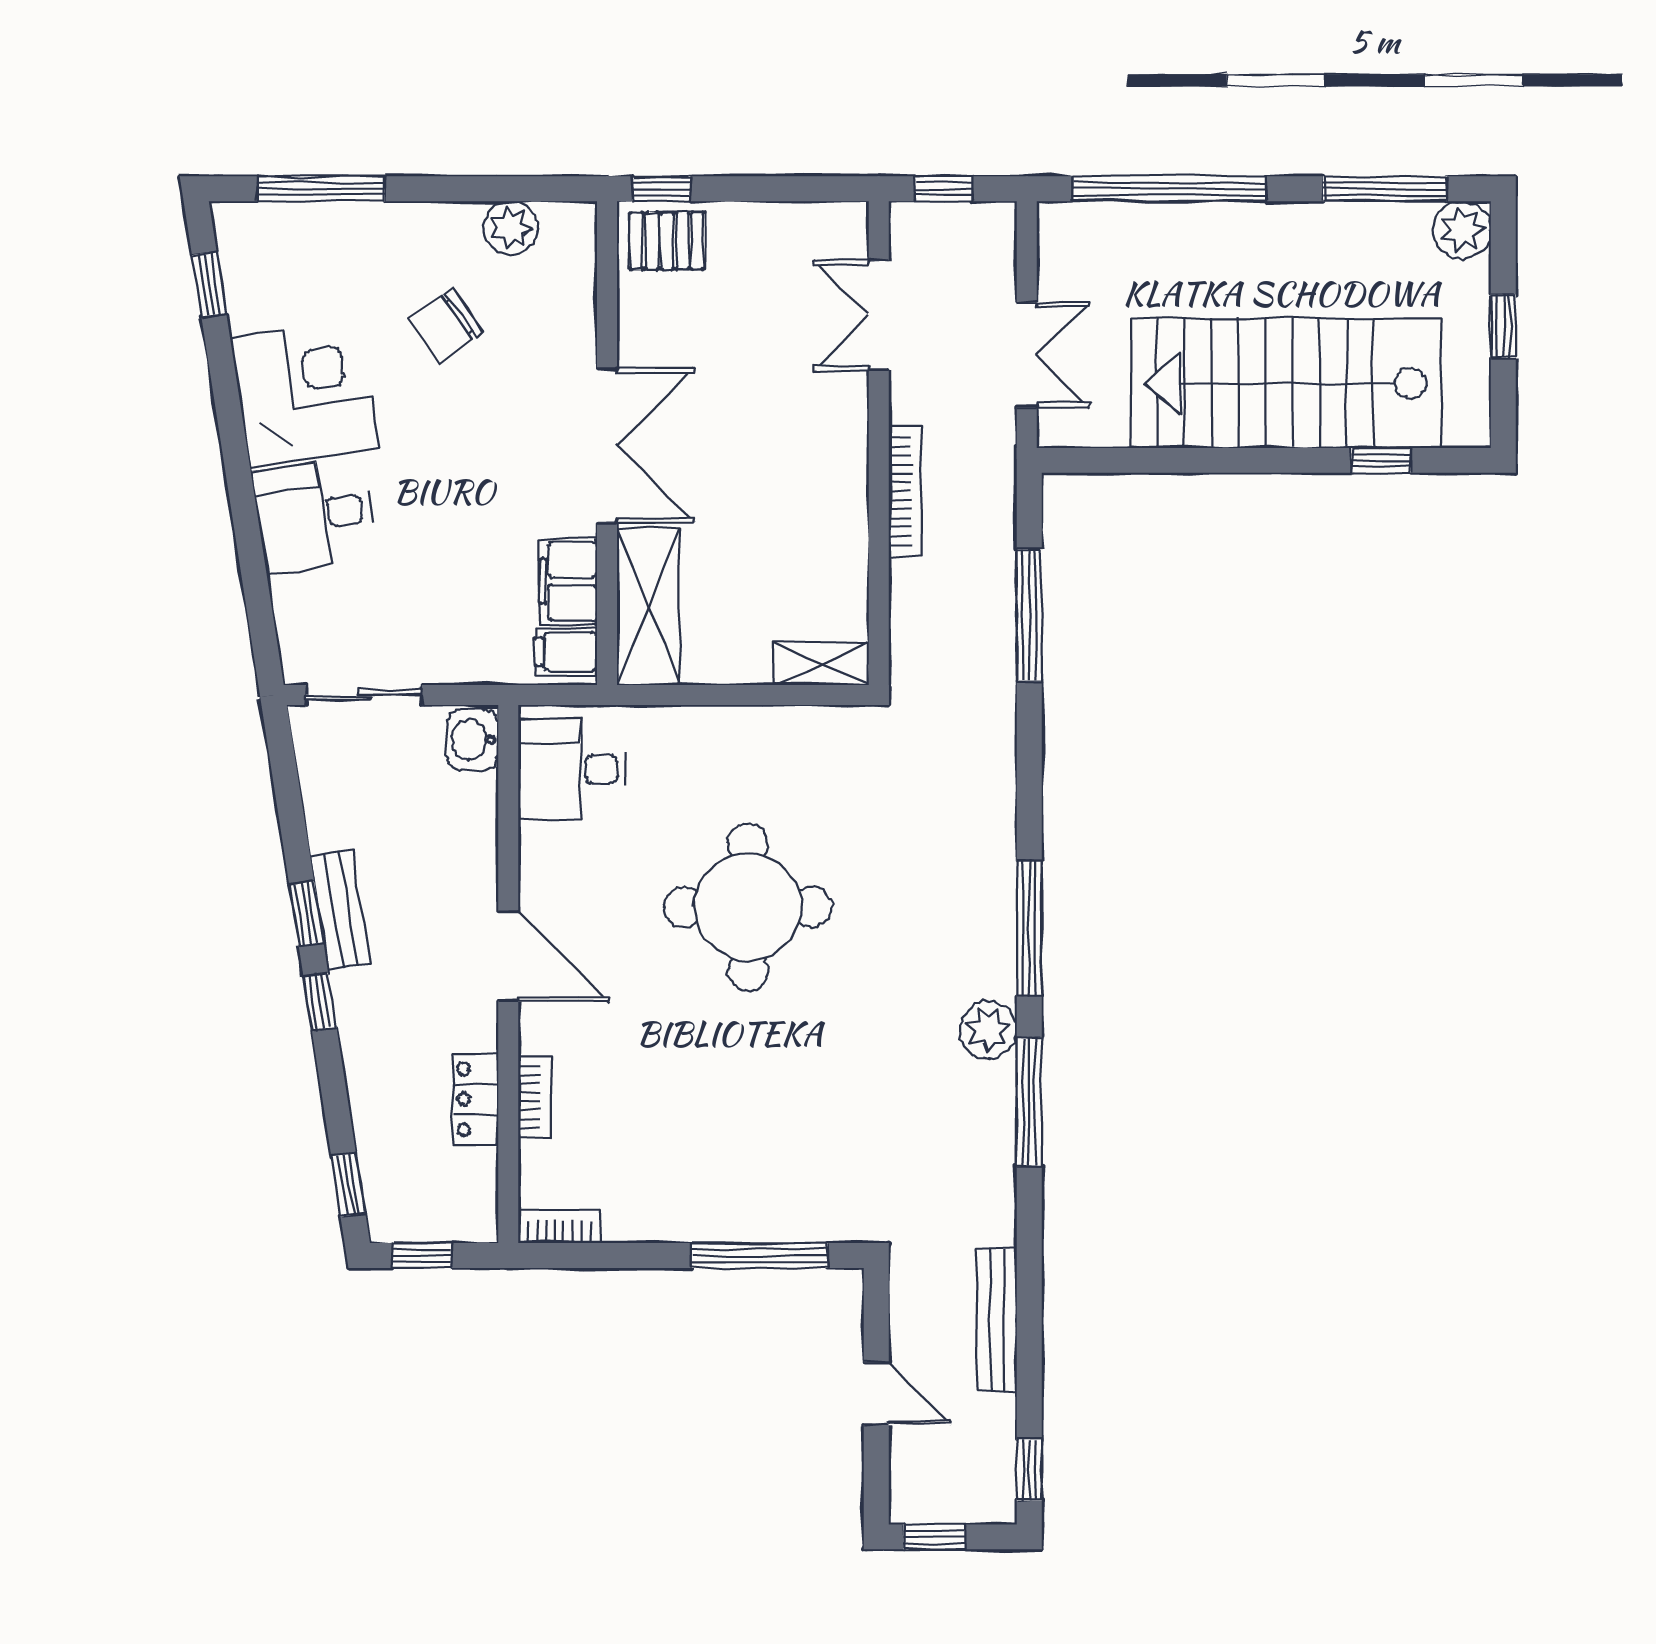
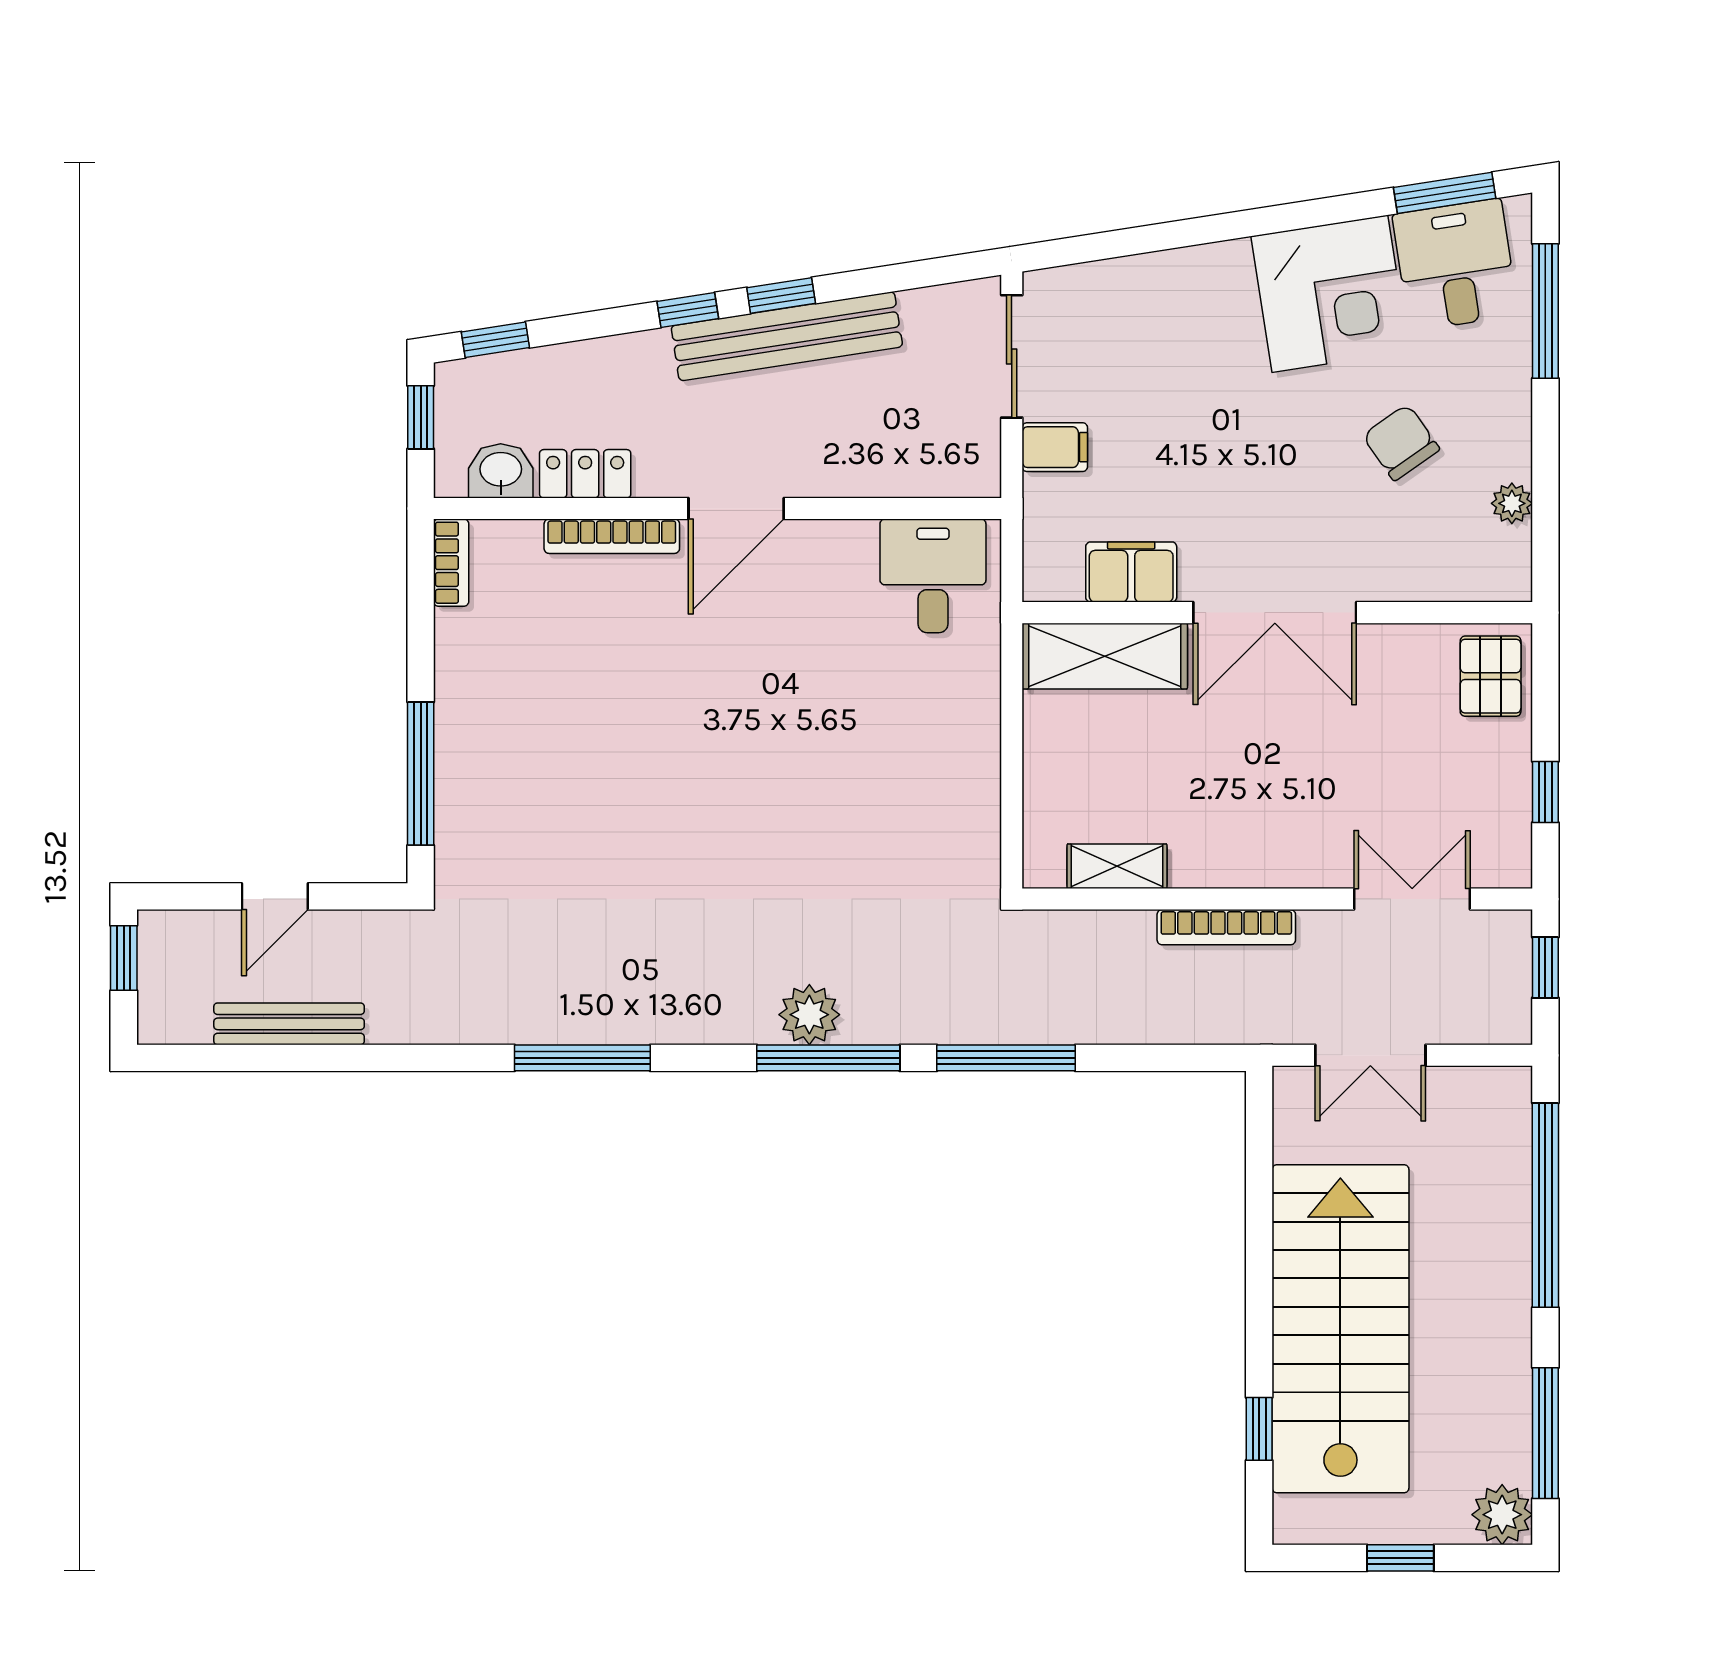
window: (661, 189) -> (1545, 792), moved
plant: (511, 228) -> (1512, 503), width x0.73, depth x0.73
window: (209, 284) -> (1445, 193), width x1.50
desk: (314, 515) -> (1455, 265), moved
window: (1029, 615) -> (1006, 1058), moved
filing cabinet: (566, 652) -> (1055, 447), moved, turned 90
shelving: (821, 664) -> (1117, 866), moved, turned 90
washbasin: (473, 740) -> (501, 471), moved
round table: (748, 907) -> (788, 761), removed
bench: (340, 909) -> (787, 336), width x1.86, depth x1.21
window: (1029, 928) -> (828, 1058), moved
plant: (988, 1030) -> (809, 1015), moved
bookcase: (535, 1097) -> (612, 536), width x1.56
bench: (997, 1320) -> (289, 1024), moved
window: (1029, 1470) -> (194, 1058), removed

